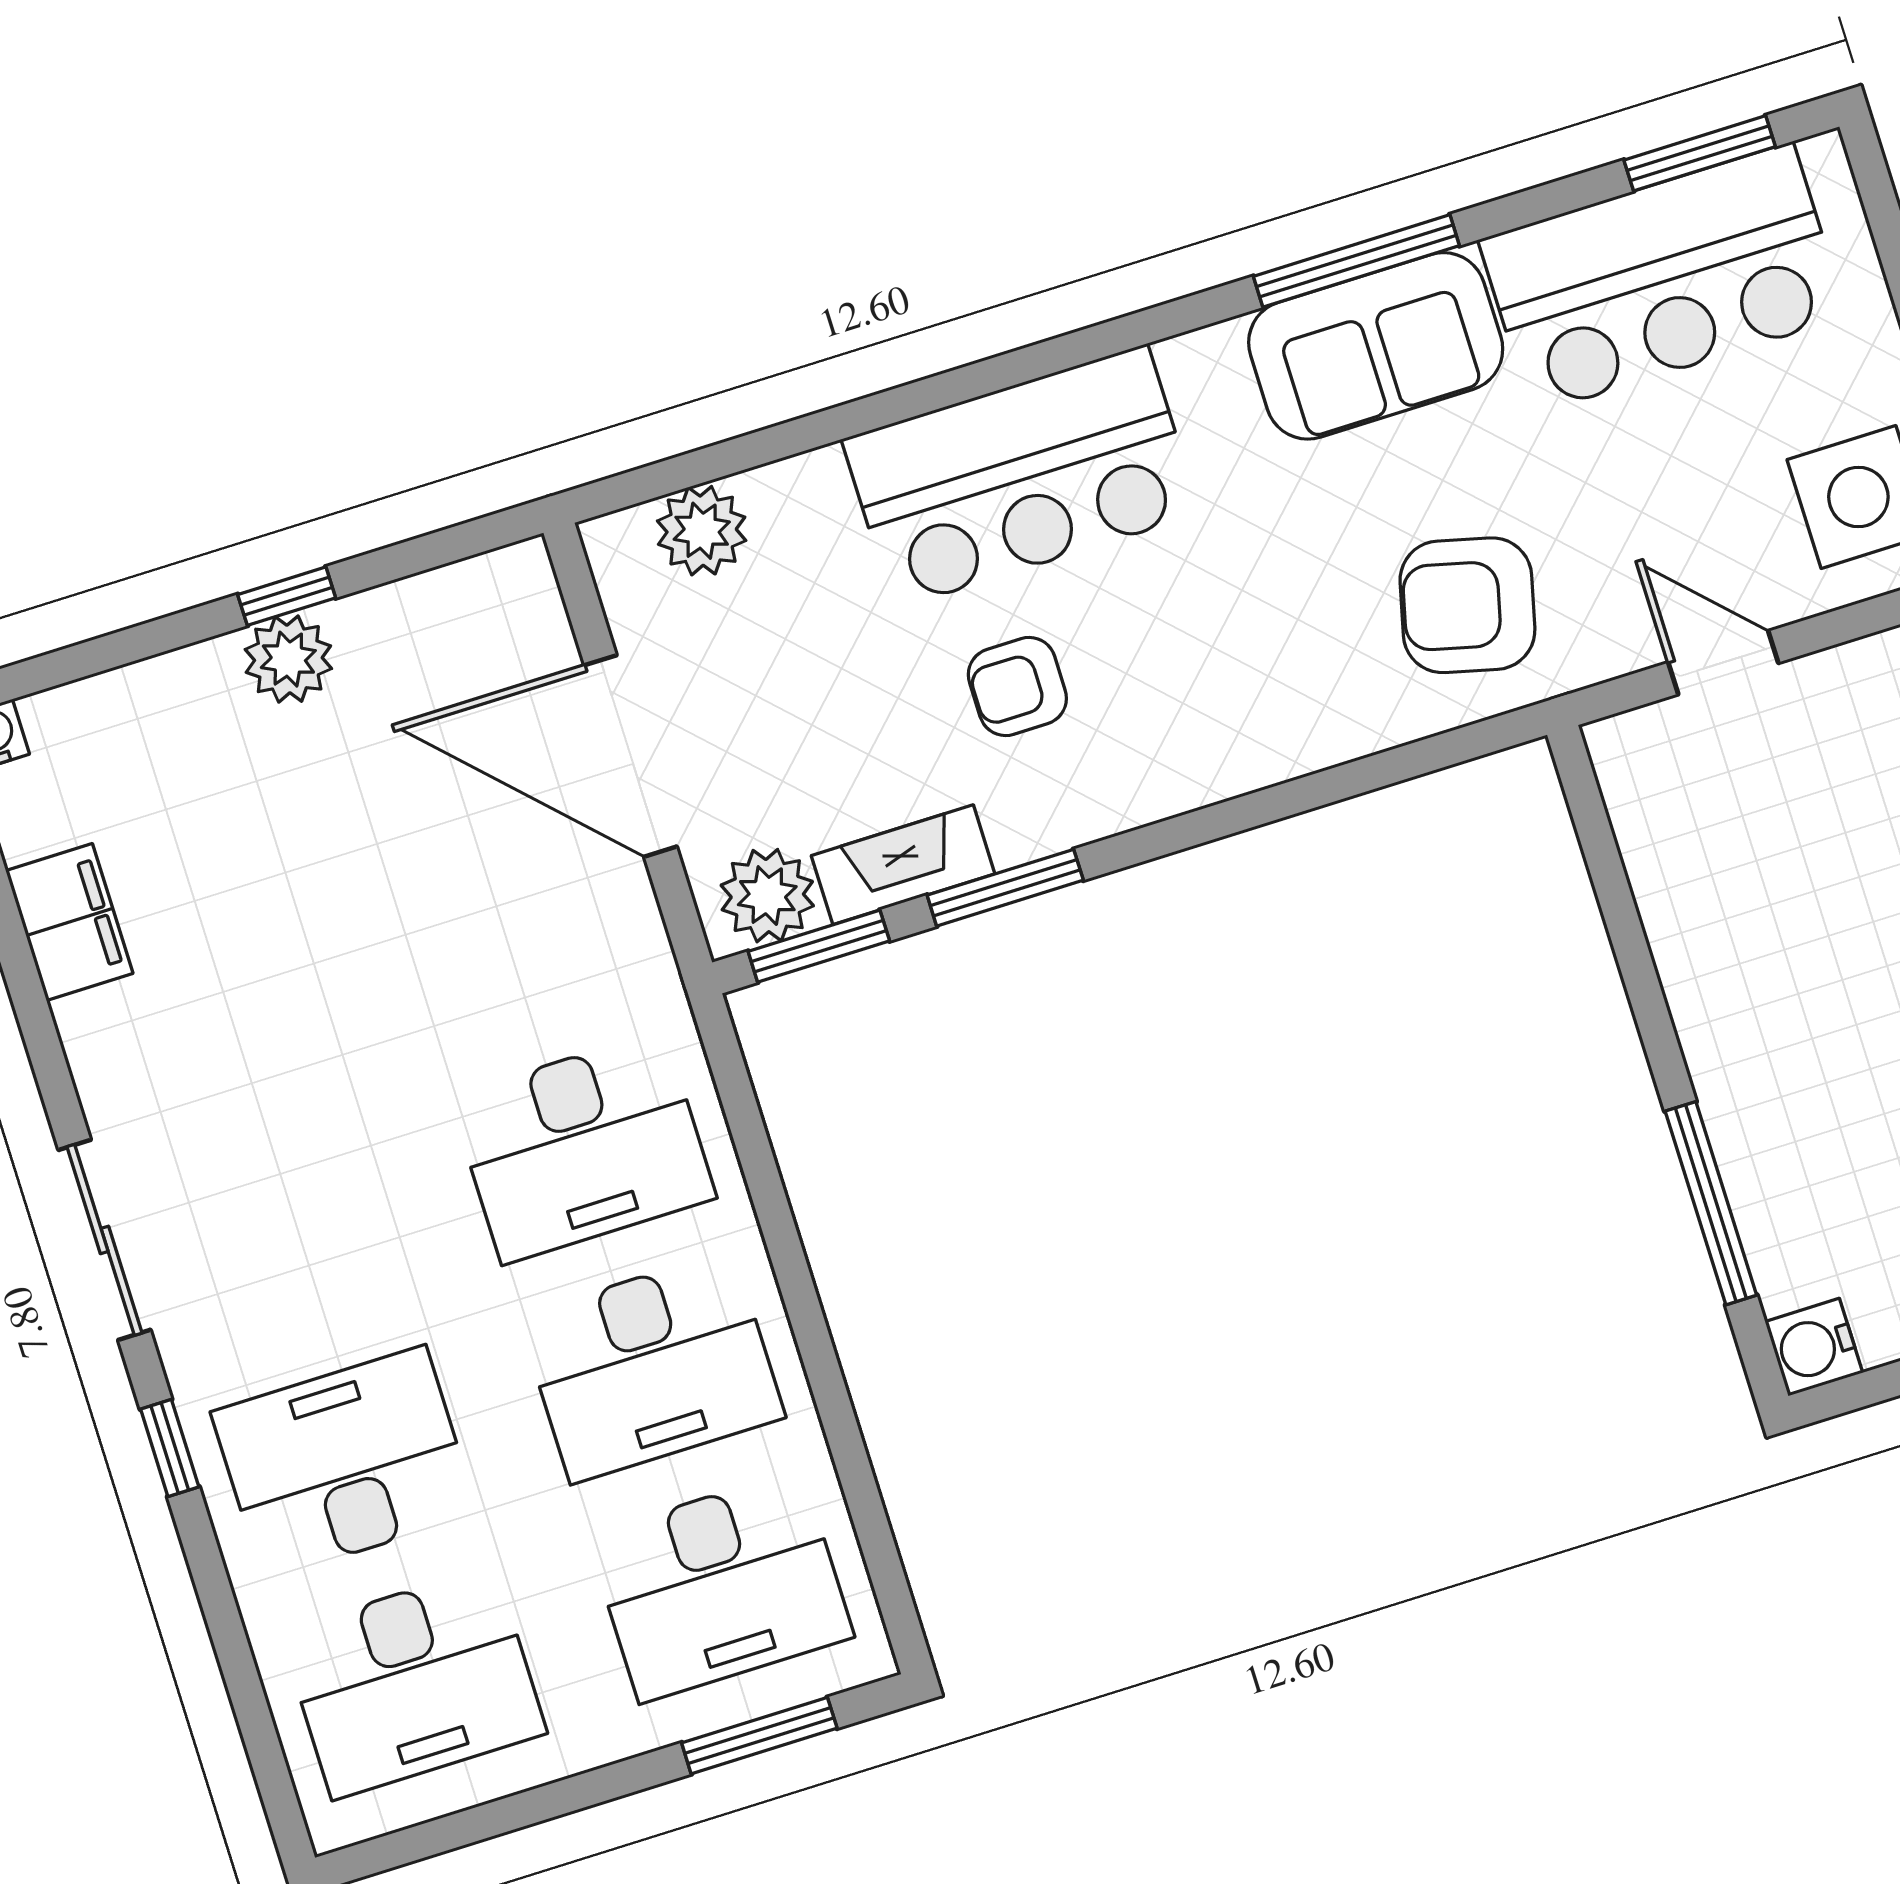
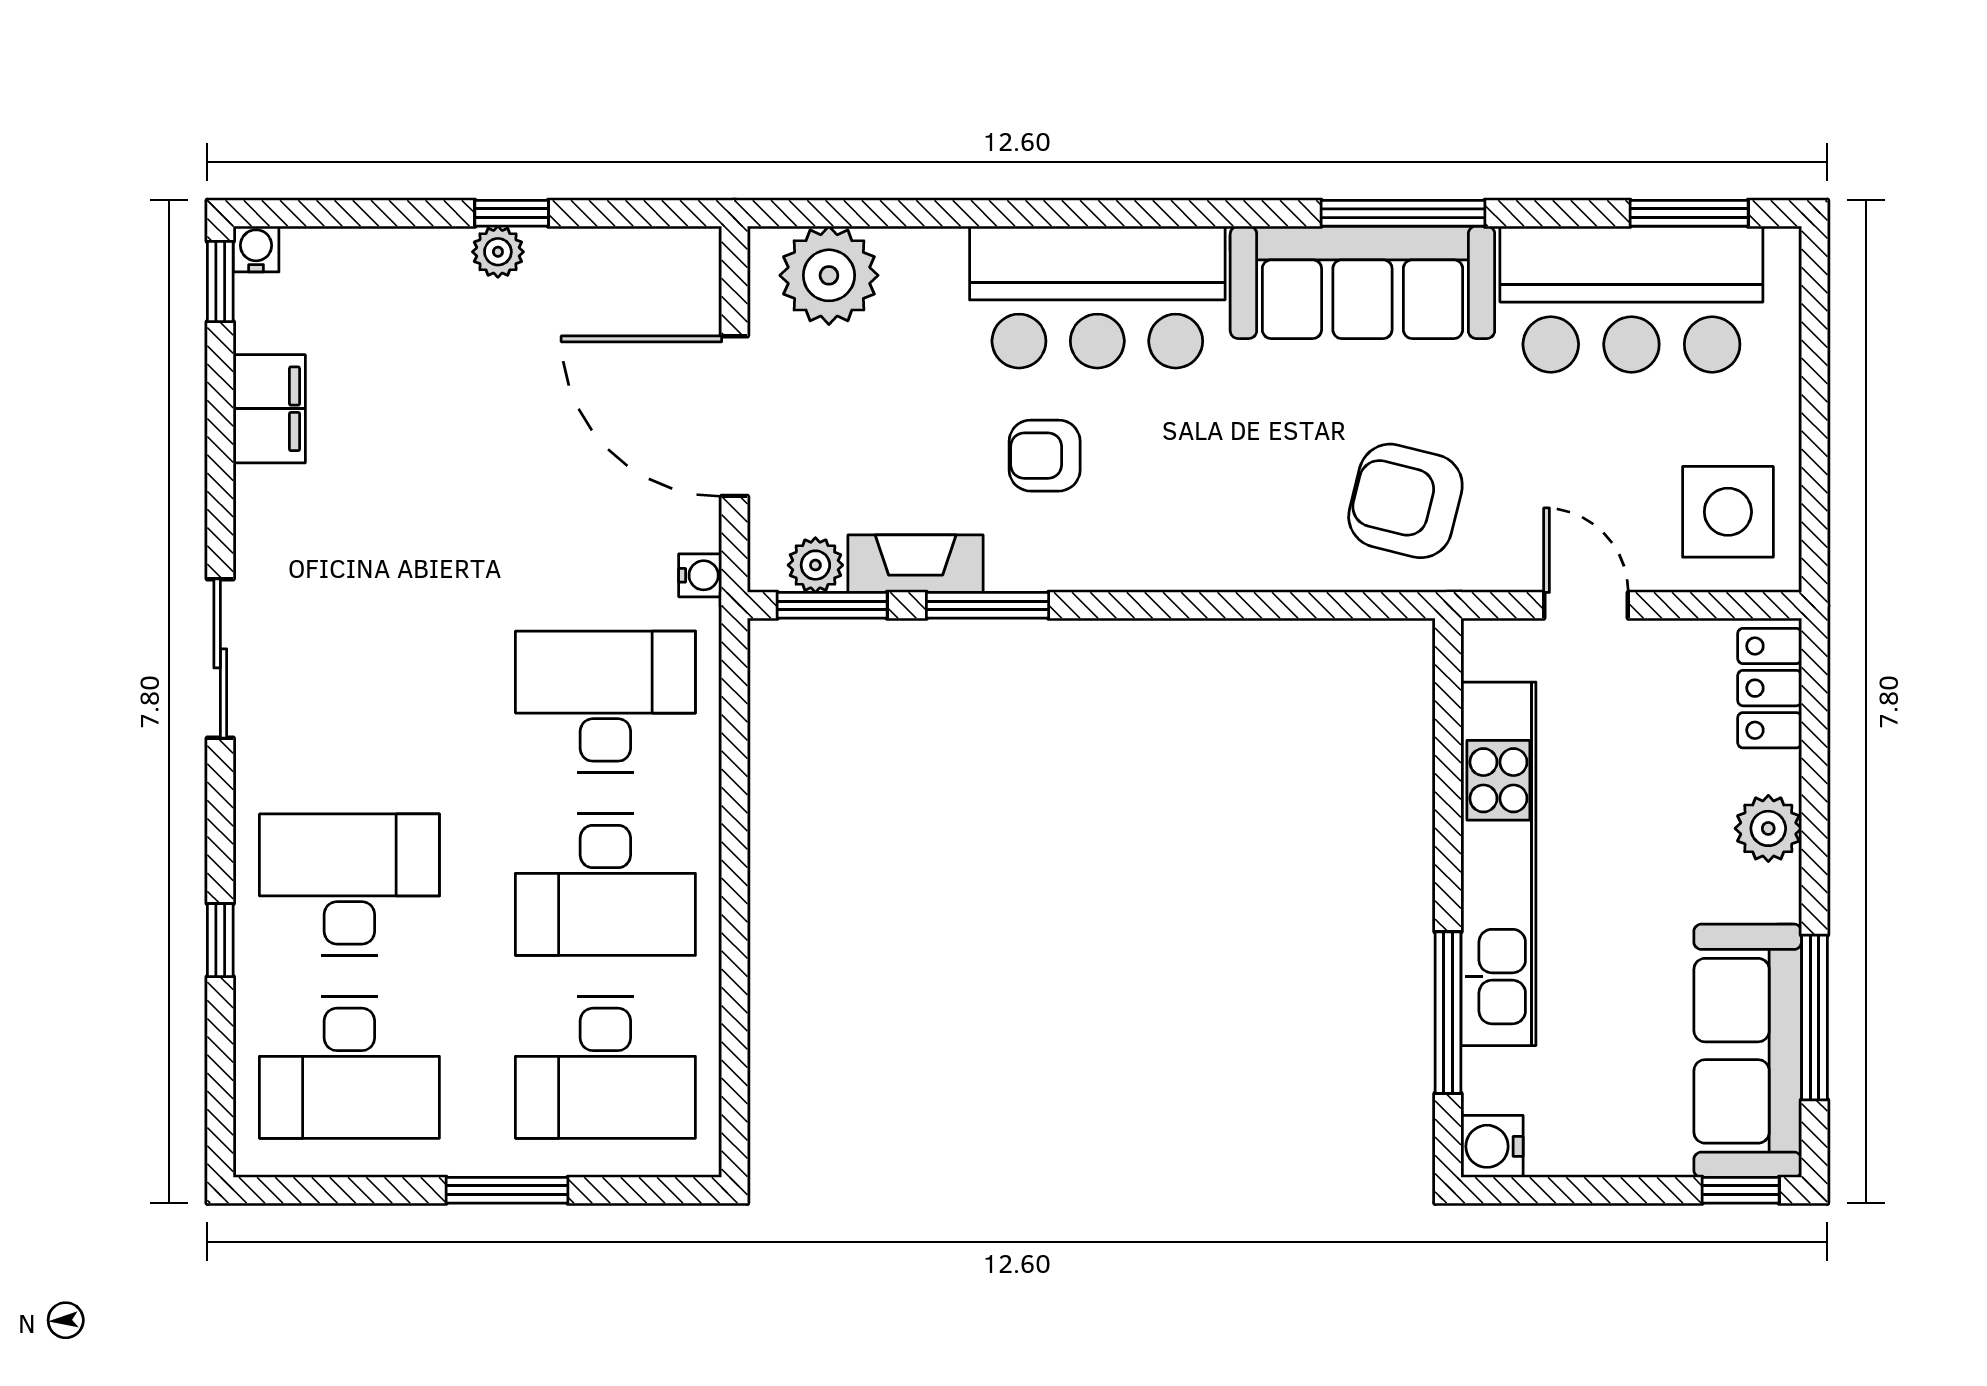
sofa: (1376, 346) -> (1362, 282), width x1.36
plant: (702, 531) -> (829, 275), width x1.36, depth x1.36
plant: (288, 659) -> (498, 252), width x0.73, depth x0.73
plant: (767, 896) -> (815, 565), width x0.73, depth x0.73
water cooler: (649, 960) -> (700, 575), added
kitchen unit: (1715, 1006) -> (1498, 864), added
desk: (583, 1147) -> (605, 702), turned 180
window: (170, 1448) -> (220, 940), moved
window: (759, 1736) -> (507, 1190), moved

